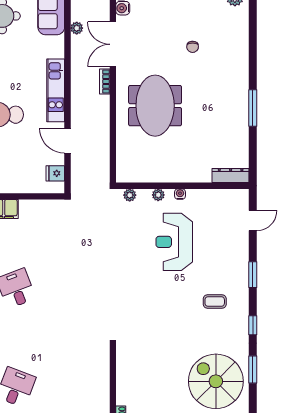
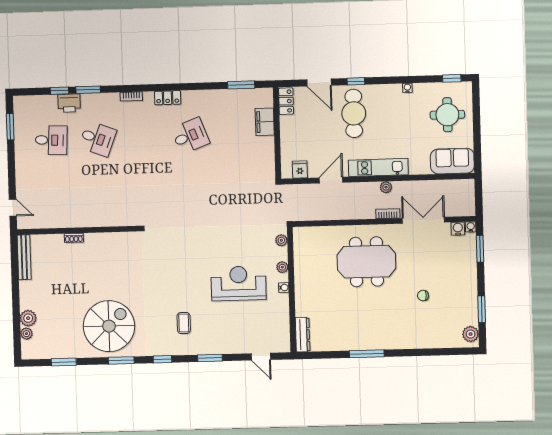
plant: (77, 28) -> (386, 187), moved

